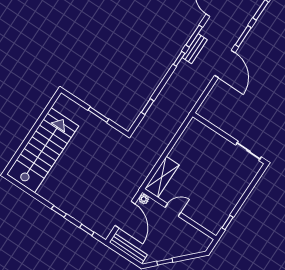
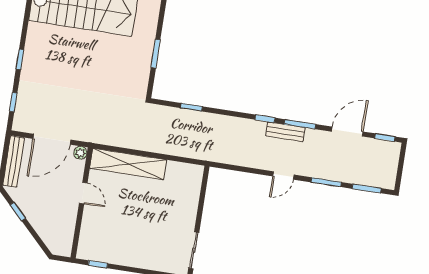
door: (225, 64) -> (283, 175), width x0.53
shelving: (162, 177) -> (128, 164), width x1.47

